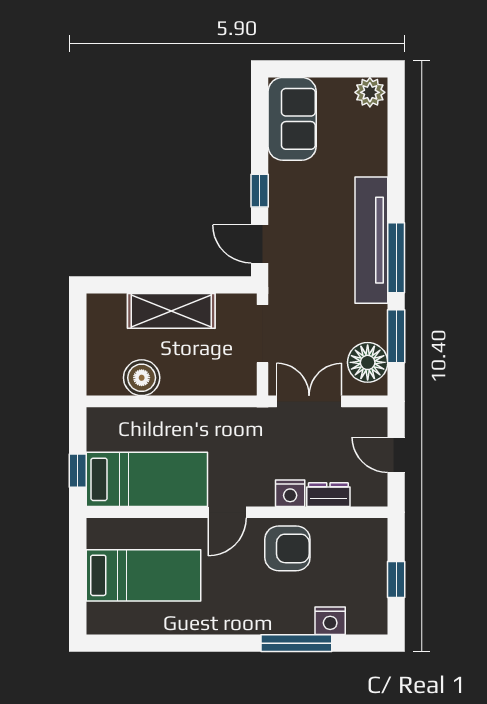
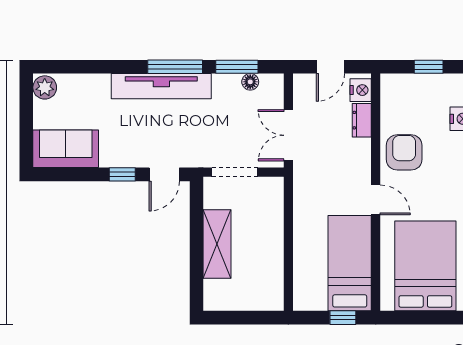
floor lamp: (368, 362) -> (250, 82), width x0.53, depth x0.53
boiler: (142, 378) -> (270, 267), removed
nightstand: (290, 493) -> (361, 90), moved
bed: (143, 575) -> (425, 266), width x1.50

